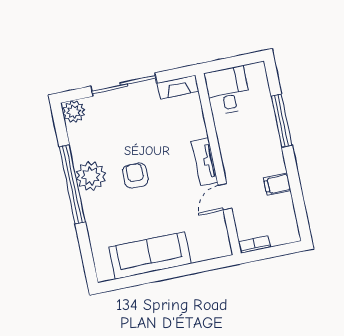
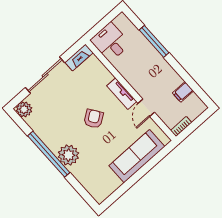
armchair: (135, 175) -> (94, 119), moved, turned 55
plant: (91, 176) -> (68, 155), moved
filing cabinet: (277, 184) -> (183, 92), moved
sofa: (150, 255) -> (137, 156), moved

